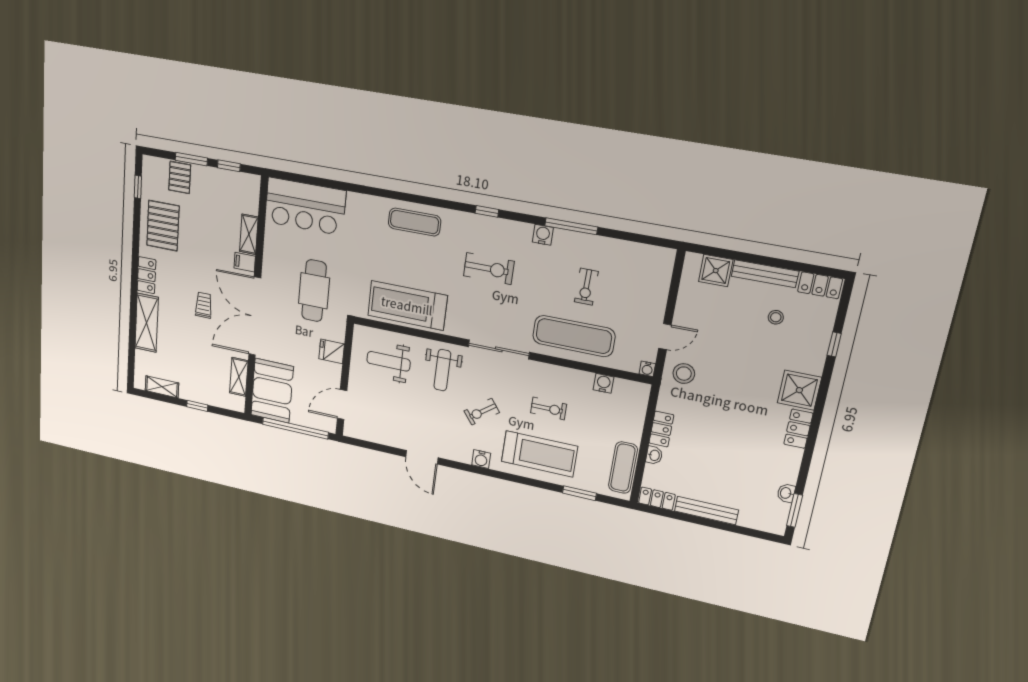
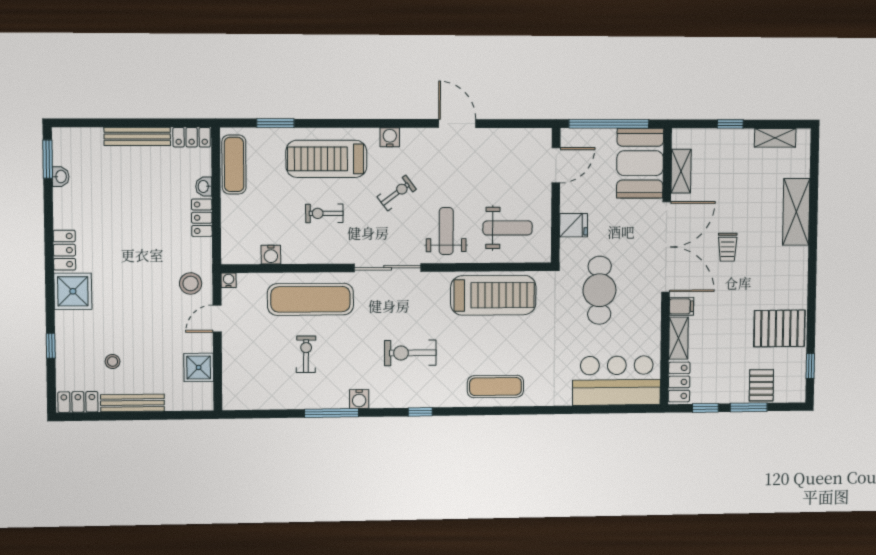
pallet: (163, 226) -> (779, 328), turned 90
shower: (716, 271) -> (199, 367), moved
locker: (147, 275) -> (679, 382), moved, turned 180

